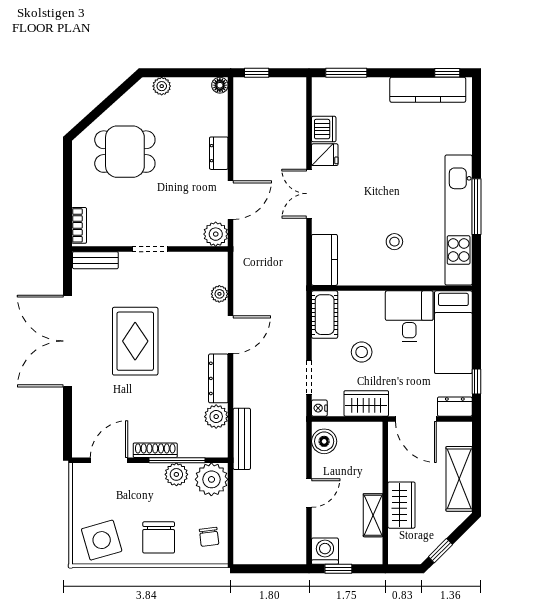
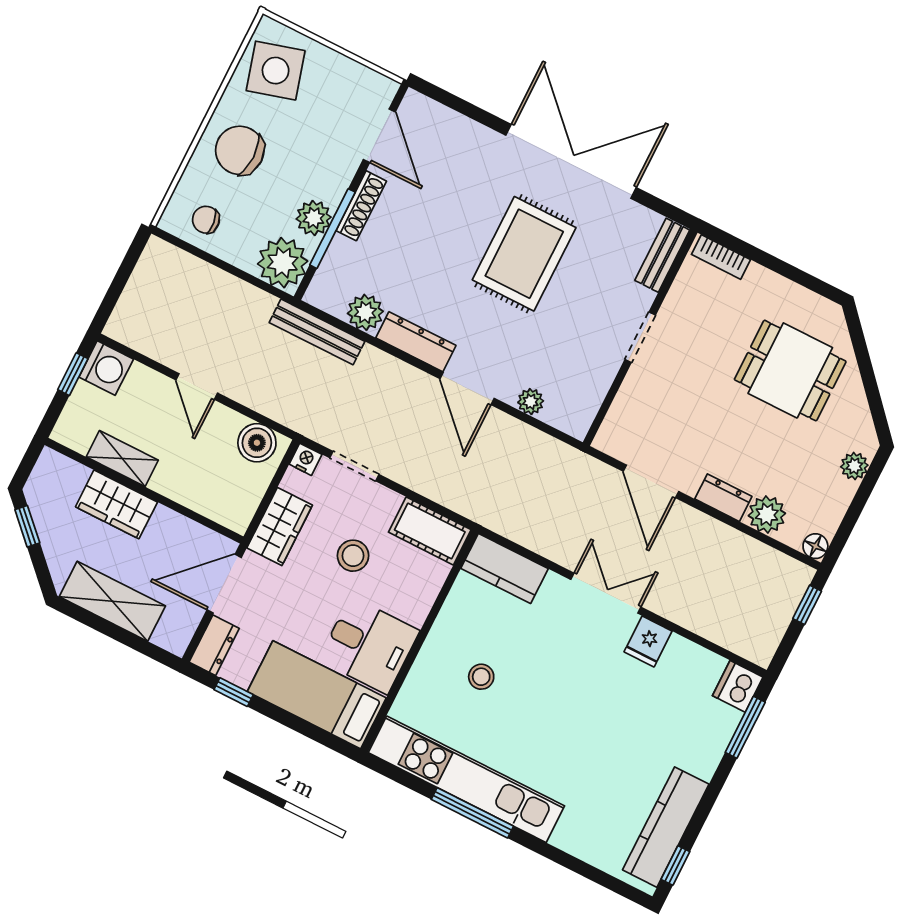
dishwasher: (324, 129) -> (738, 686), moved, turned 90
dining table: (125, 152) -> (790, 371), turned 90
plant: (216, 234) -> (767, 514), moved
rug: (135, 341) -> (524, 254), turned 90

